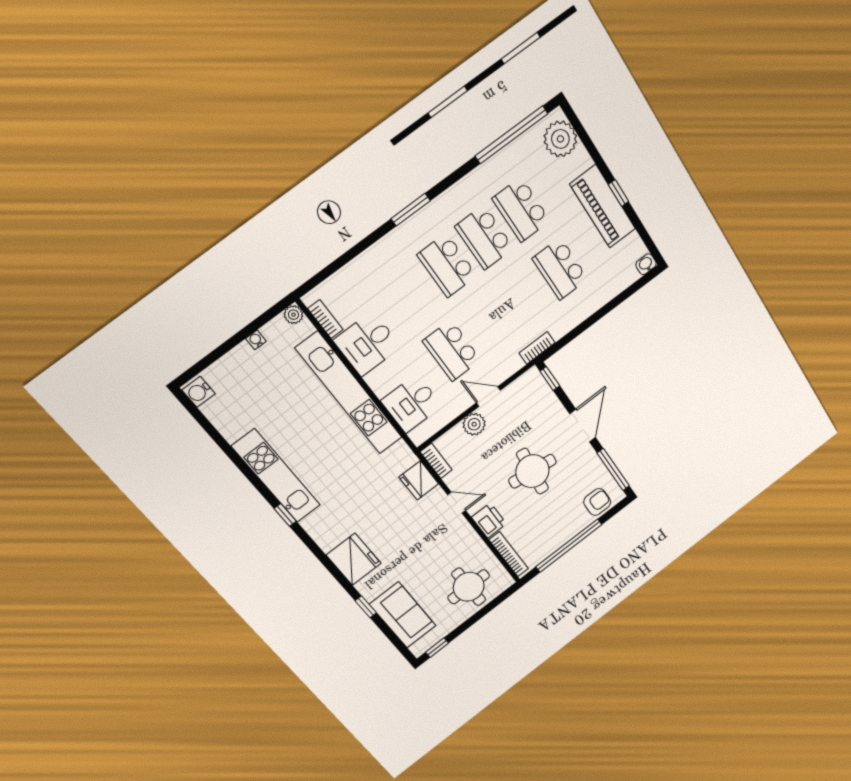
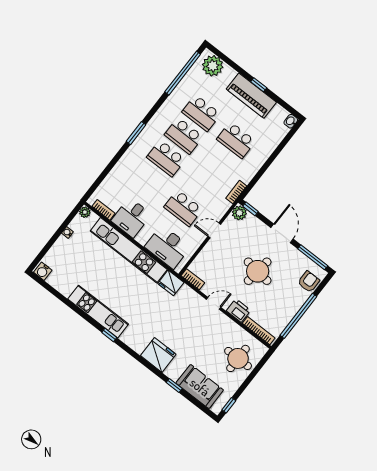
desk: (411, 403) -> (168, 247), width x1.37
plant: (474, 424) -> (239, 213), moved
fridge: (419, 480) -> (171, 283), moved

